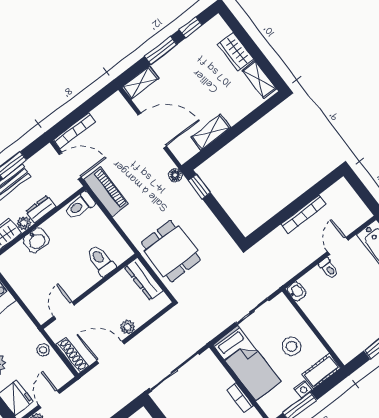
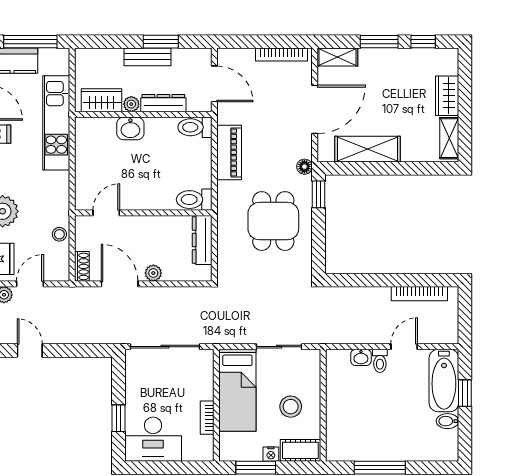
door: (152, 130) -> (315, 109), hinge flipped
bookcase: (74, 131) -> (281, 55), moved
shelving: (211, 132) -> (368, 149), width x1.50, depth x1.33
piano: (106, 192) -> (229, 152), moved
dresser: (41, 209) -> (163, 103), width x1.44
bookcase: (304, 214) -> (419, 294), moved
dining table: (171, 251) -> (273, 221), moved
toilet: (101, 260) -> (194, 200), moved, turned -90
washbasin: (296, 291) -> (361, 357), moved, turned 90
shoe rack: (72, 356) -> (82, 266), width x0.70

